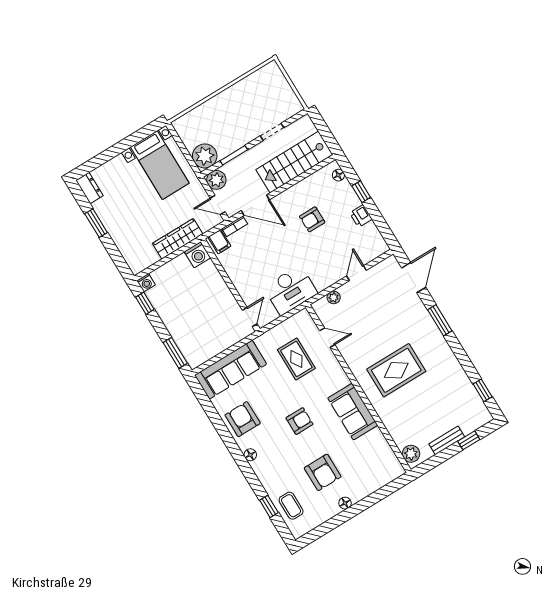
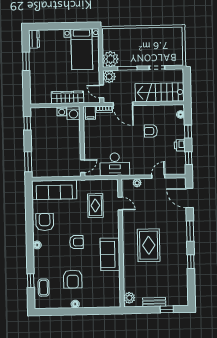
window: (382, 226) -> (189, 158), added
door: (414, 278) -> (189, 198), swing flipped
washing machine: (146, 283) -> (62, 111), moved
rug: (396, 370) -> (149, 245), turned 90
window: (483, 390) -> (191, 262), moved

